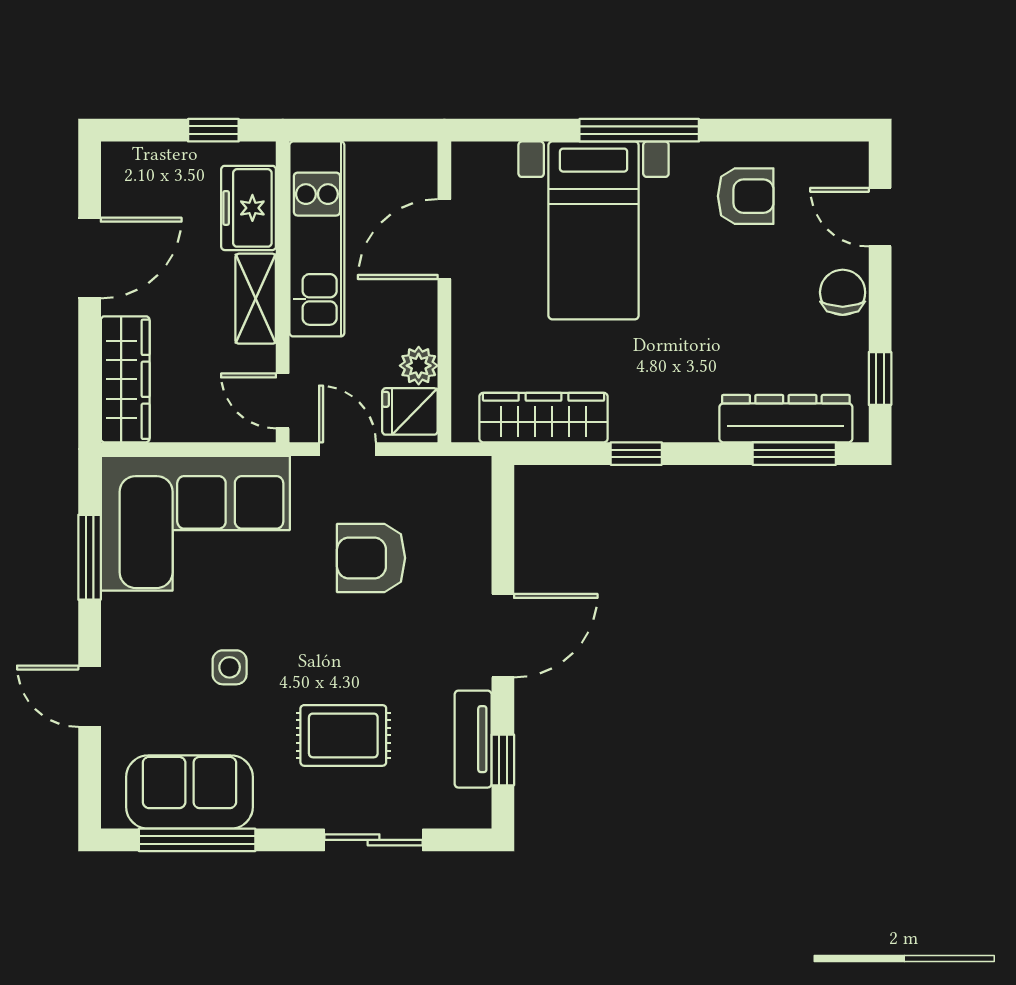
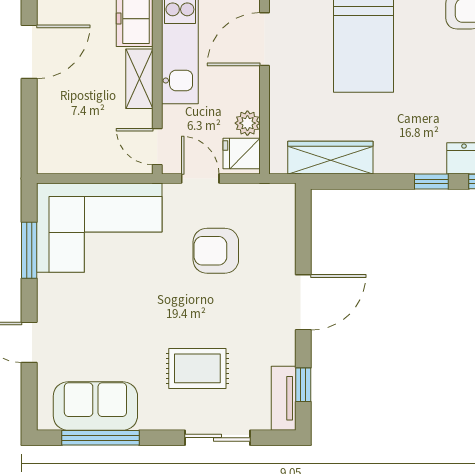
wardrobe: (125, 379) -> (53, 132), removed
window: (636, 454) -> (431, 181), moved
side table: (230, 667) -> (122, 323), removed
tv unit: (473, 739) -> (284, 398), moved

